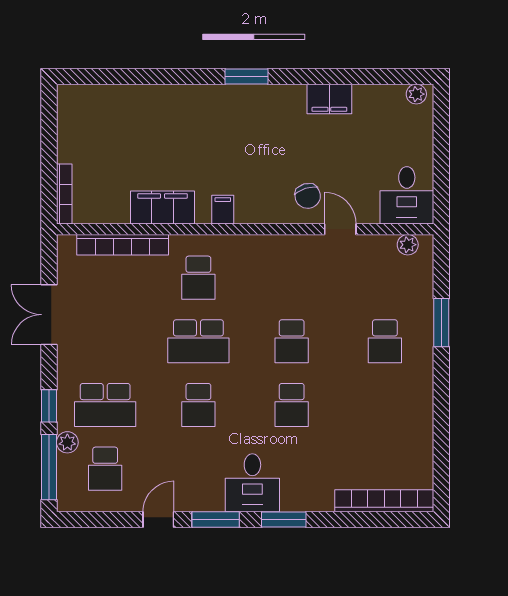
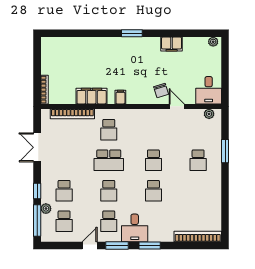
school desk: (105, 405) -> (64, 191), width x0.54
school desk: (198, 469) -> (109, 221), added

